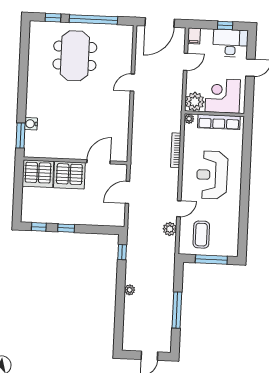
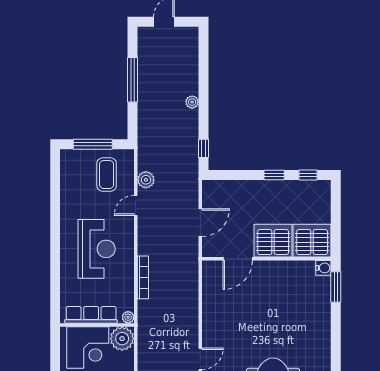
water cooler: (31, 124) -> (323, 268), moved

